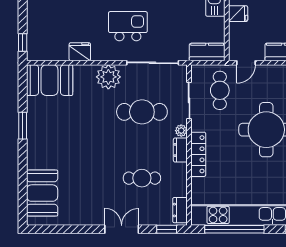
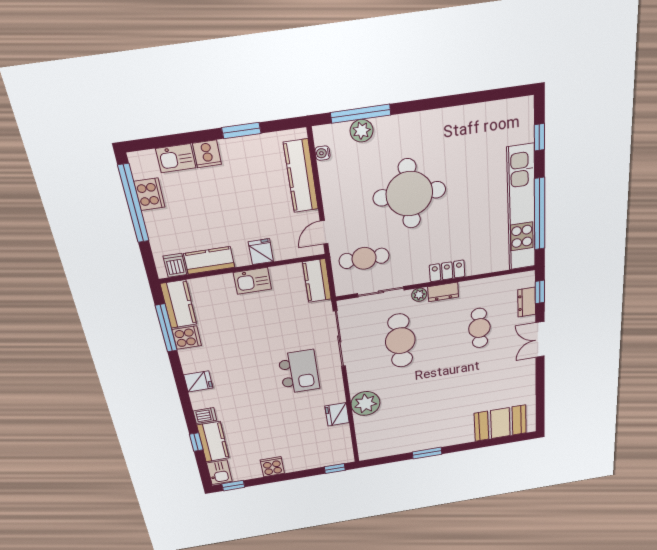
kitchen island: (128, 26) -> (299, 372), turned 180
door: (246, 63) -> (324, 232), swing flipped
plant: (108, 77) -> (365, 404), moved
booth: (50, 80) -> (374, 437), removed
locker: (198, 154) -> (447, 271), width x0.66
dresser: (180, 210) -> (527, 302), moved, turned 90

